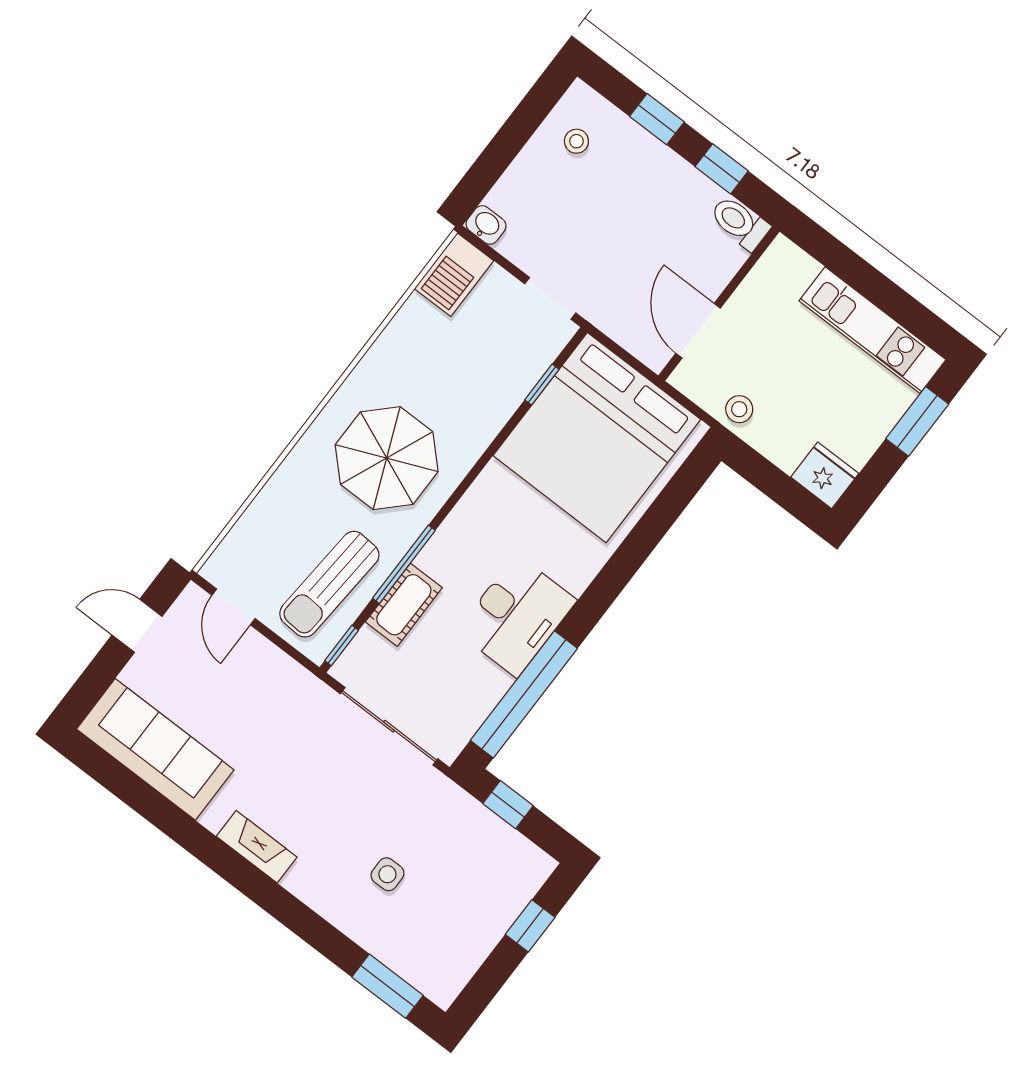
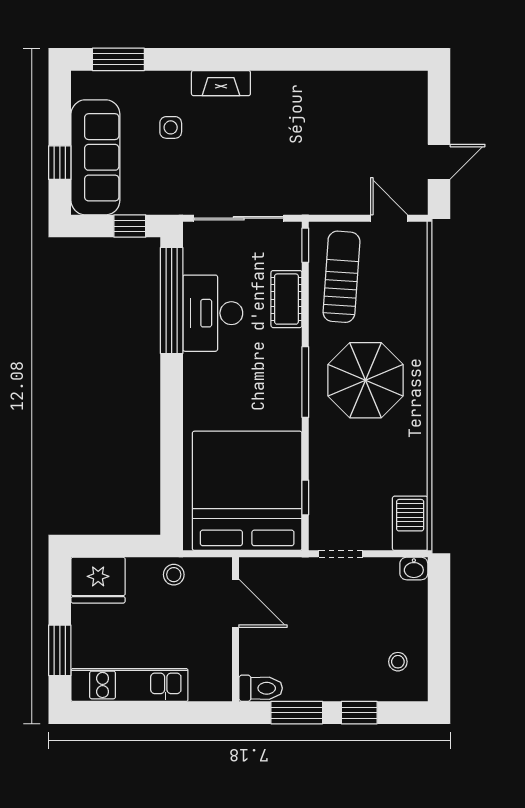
window: (722, 169) -> (297, 713), width x1.50
fridge: (825, 475) -> (98, 580), width x1.36, depth x1.34
window: (404, 564) -> (305, 382), moved
desk: (517, 616) -> (213, 313), moved
sofa: (155, 749) -> (95, 157), moved, turned -90
fireplace: (257, 847) -> (221, 83), moved

